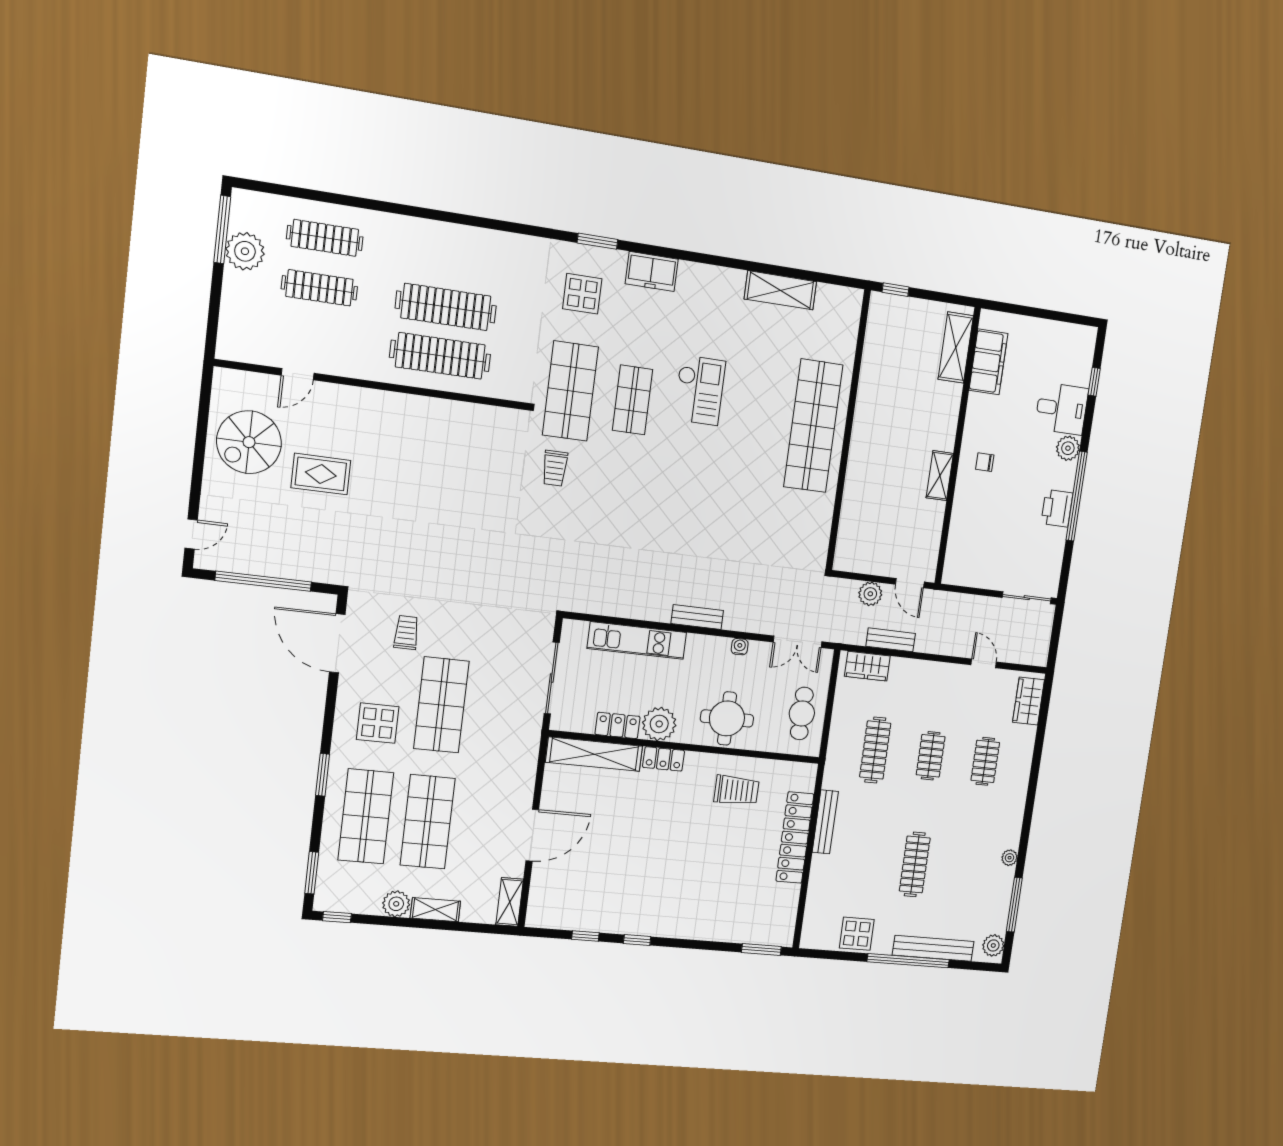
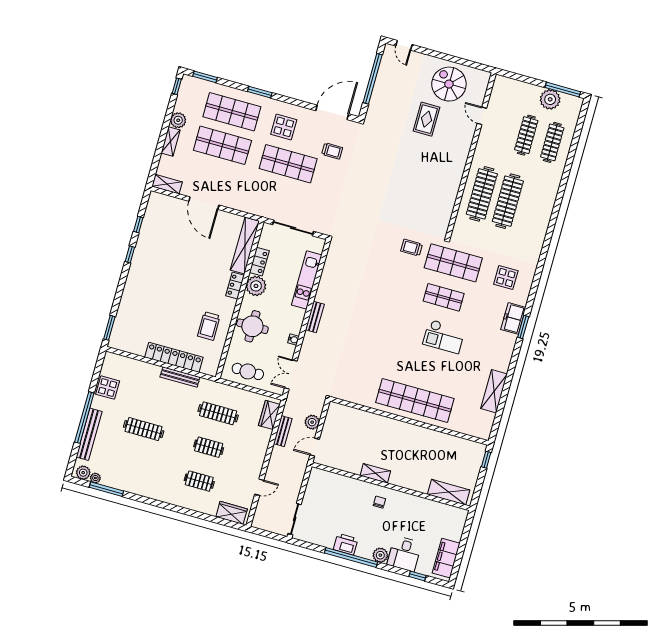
window: (597, 241) -> (523, 327), moved
filing cabinet: (988, 362) -> (446, 558), moved, turned 90
plant: (1010, 858) -> (95, 478), moved

